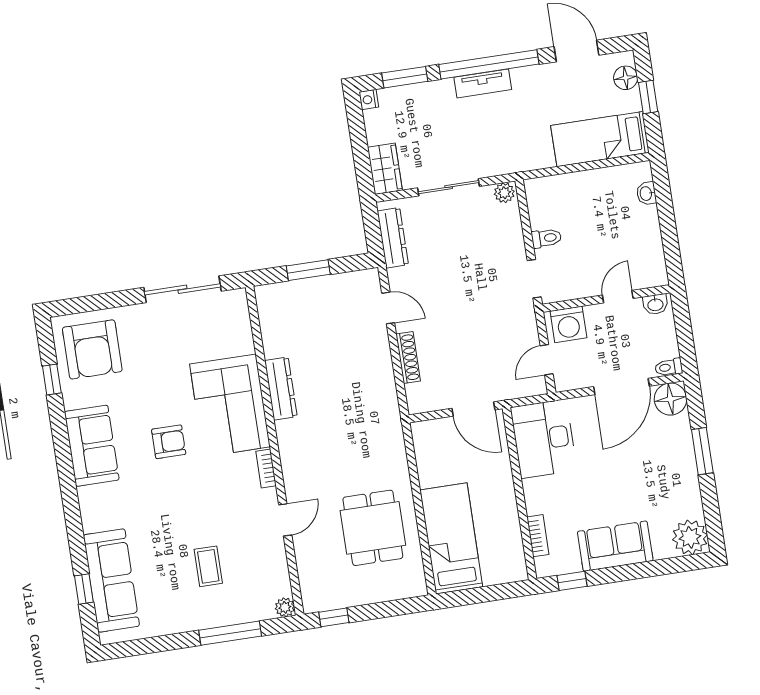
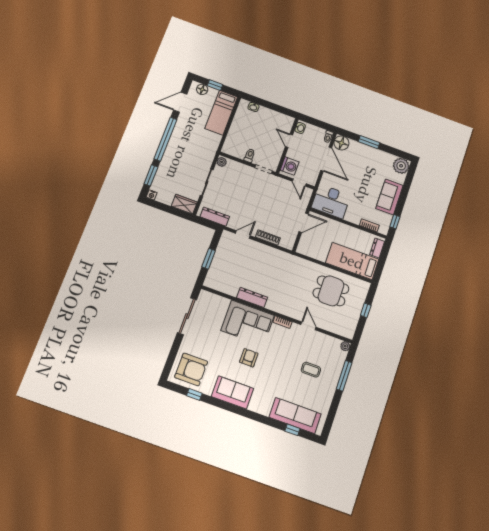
tv unit: (483, 83) -> (172, 146), removed
dresser: (502, 573) -> (377, 248), added
window: (334, 617) -> (366, 310), moved

